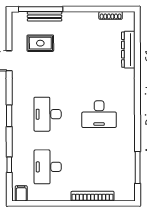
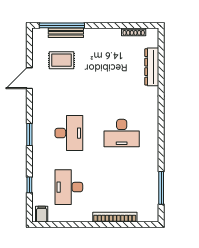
desk: (48, 114) -> (69, 133), turned 180

